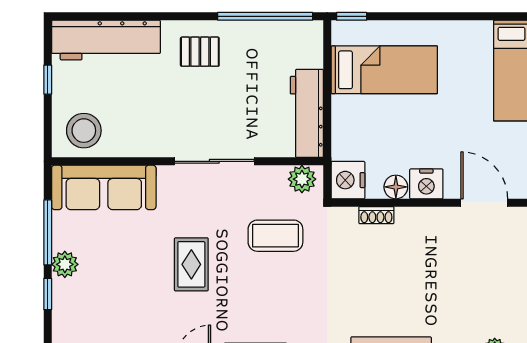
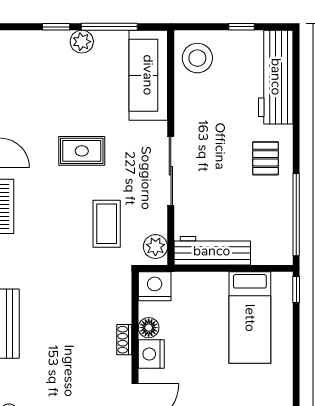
shoe rack: (376, 215) -> (124, 340), moved

